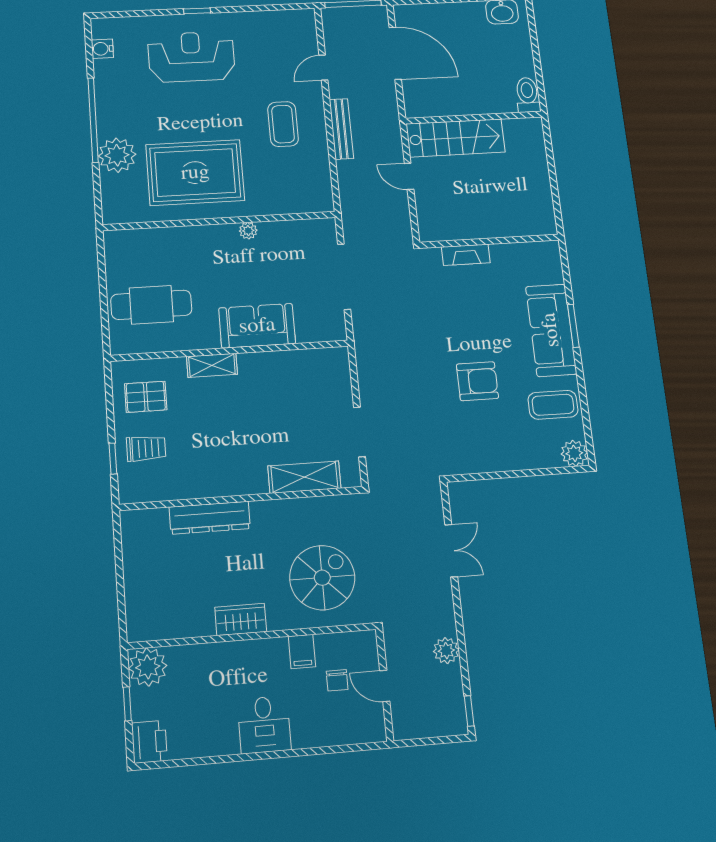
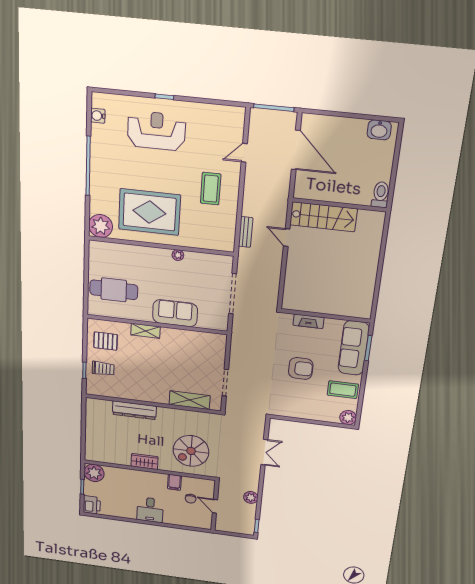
bench: (341, 129) -> (246, 232), moved, width x0.73
plant: (117, 155) -> (101, 226), moved
wall: (489, 241) -> (325, 316), moved
fireplace: (466, 255) -> (308, 321), moved
spiral stairs: (322, 578) -> (191, 451), turned 180

